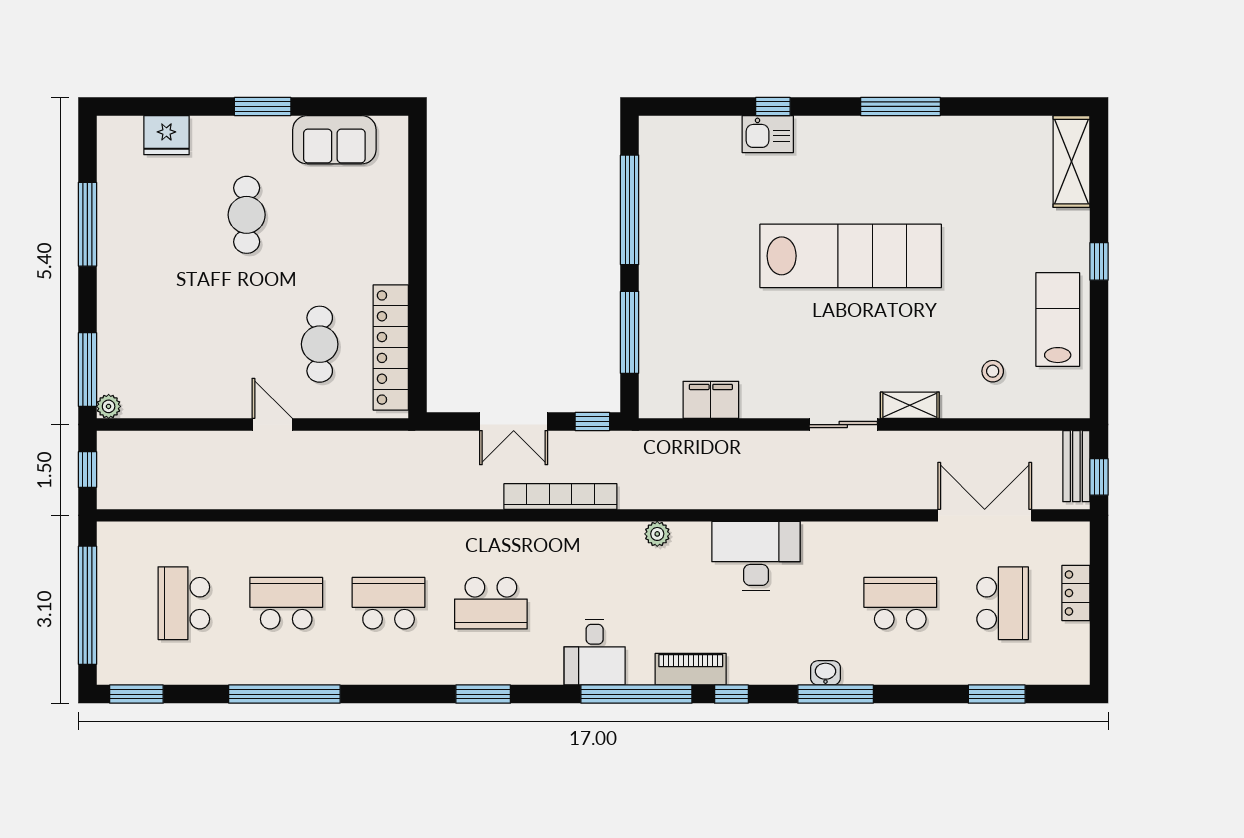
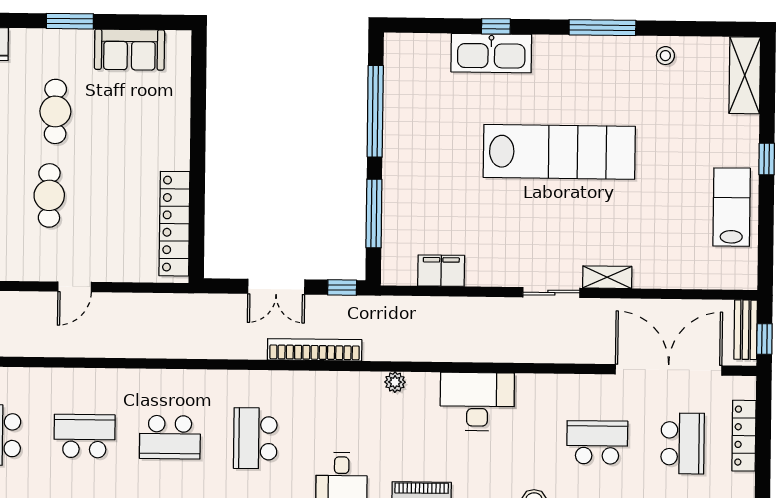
kitchen sink: (768, 134) -> (491, 53), width x1.88, depth x1.24
cafe table: (320, 344) -> (49, 195), moved
stool: (993, 371) -> (665, 56), moved
door: (272, 425) -> (75, 287), swing flipped
double door: (985, 515) -> (669, 370), width x1.36
locker: (1076, 593) -> (744, 436), width x1.53
school desk: (389, 603) -> (170, 437), turned 180
school desk: (491, 603) -> (255, 438), turned 90

